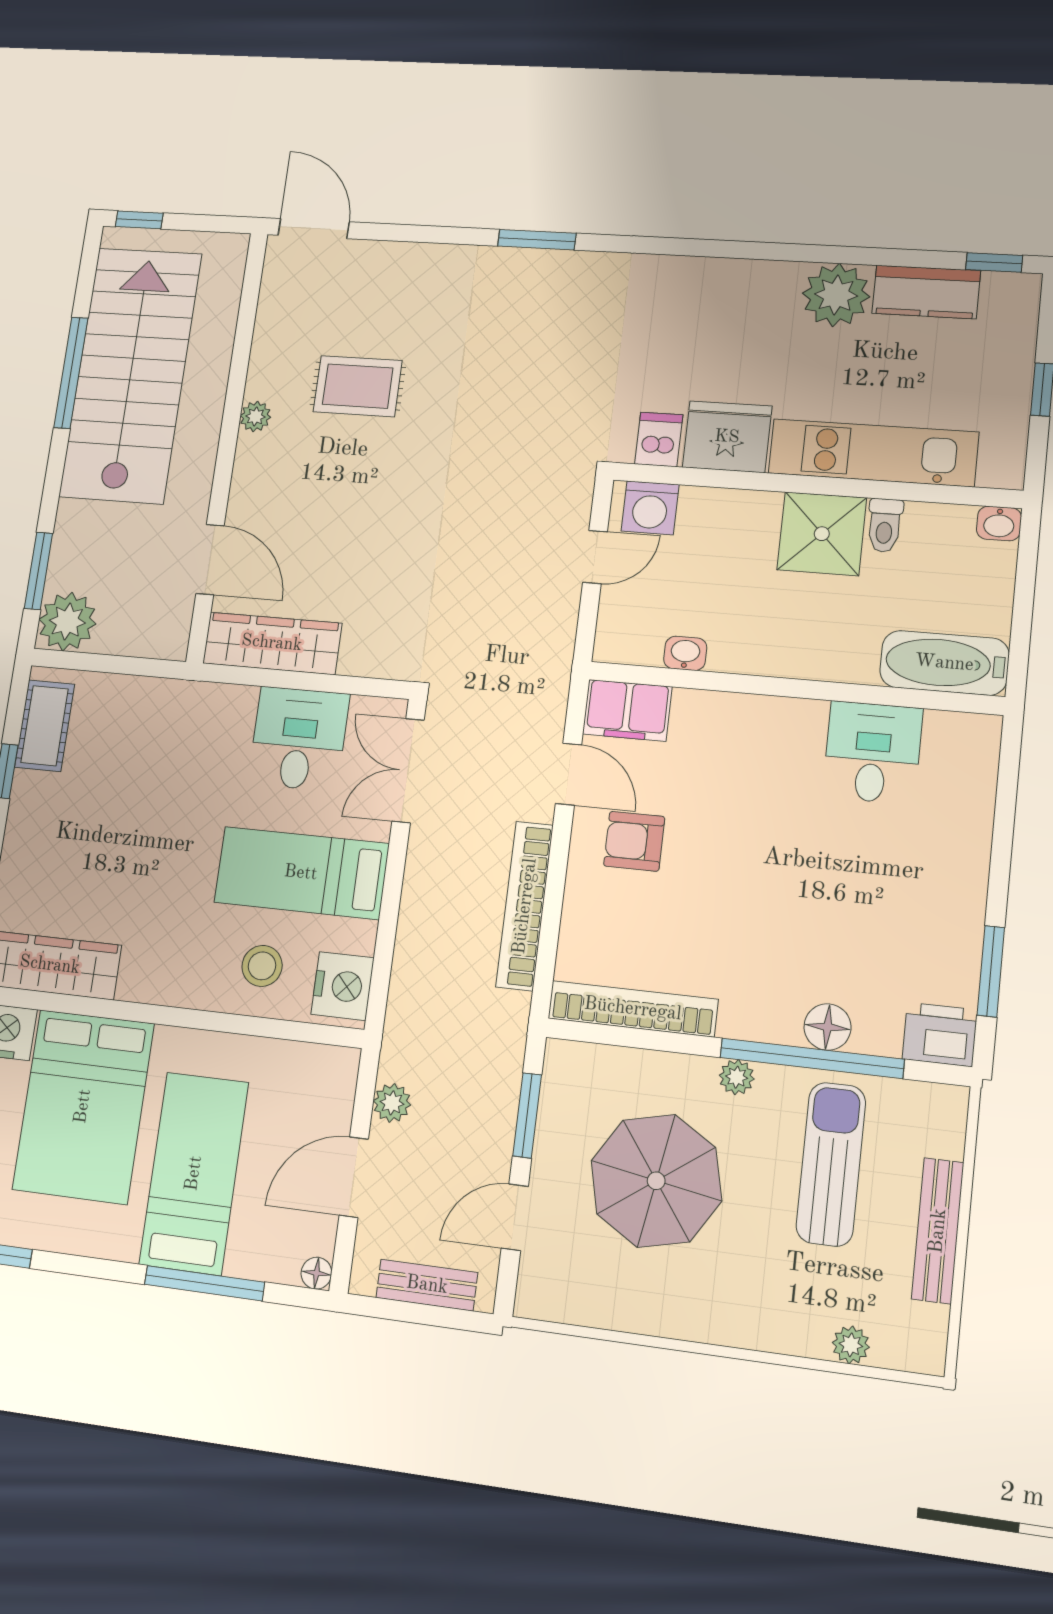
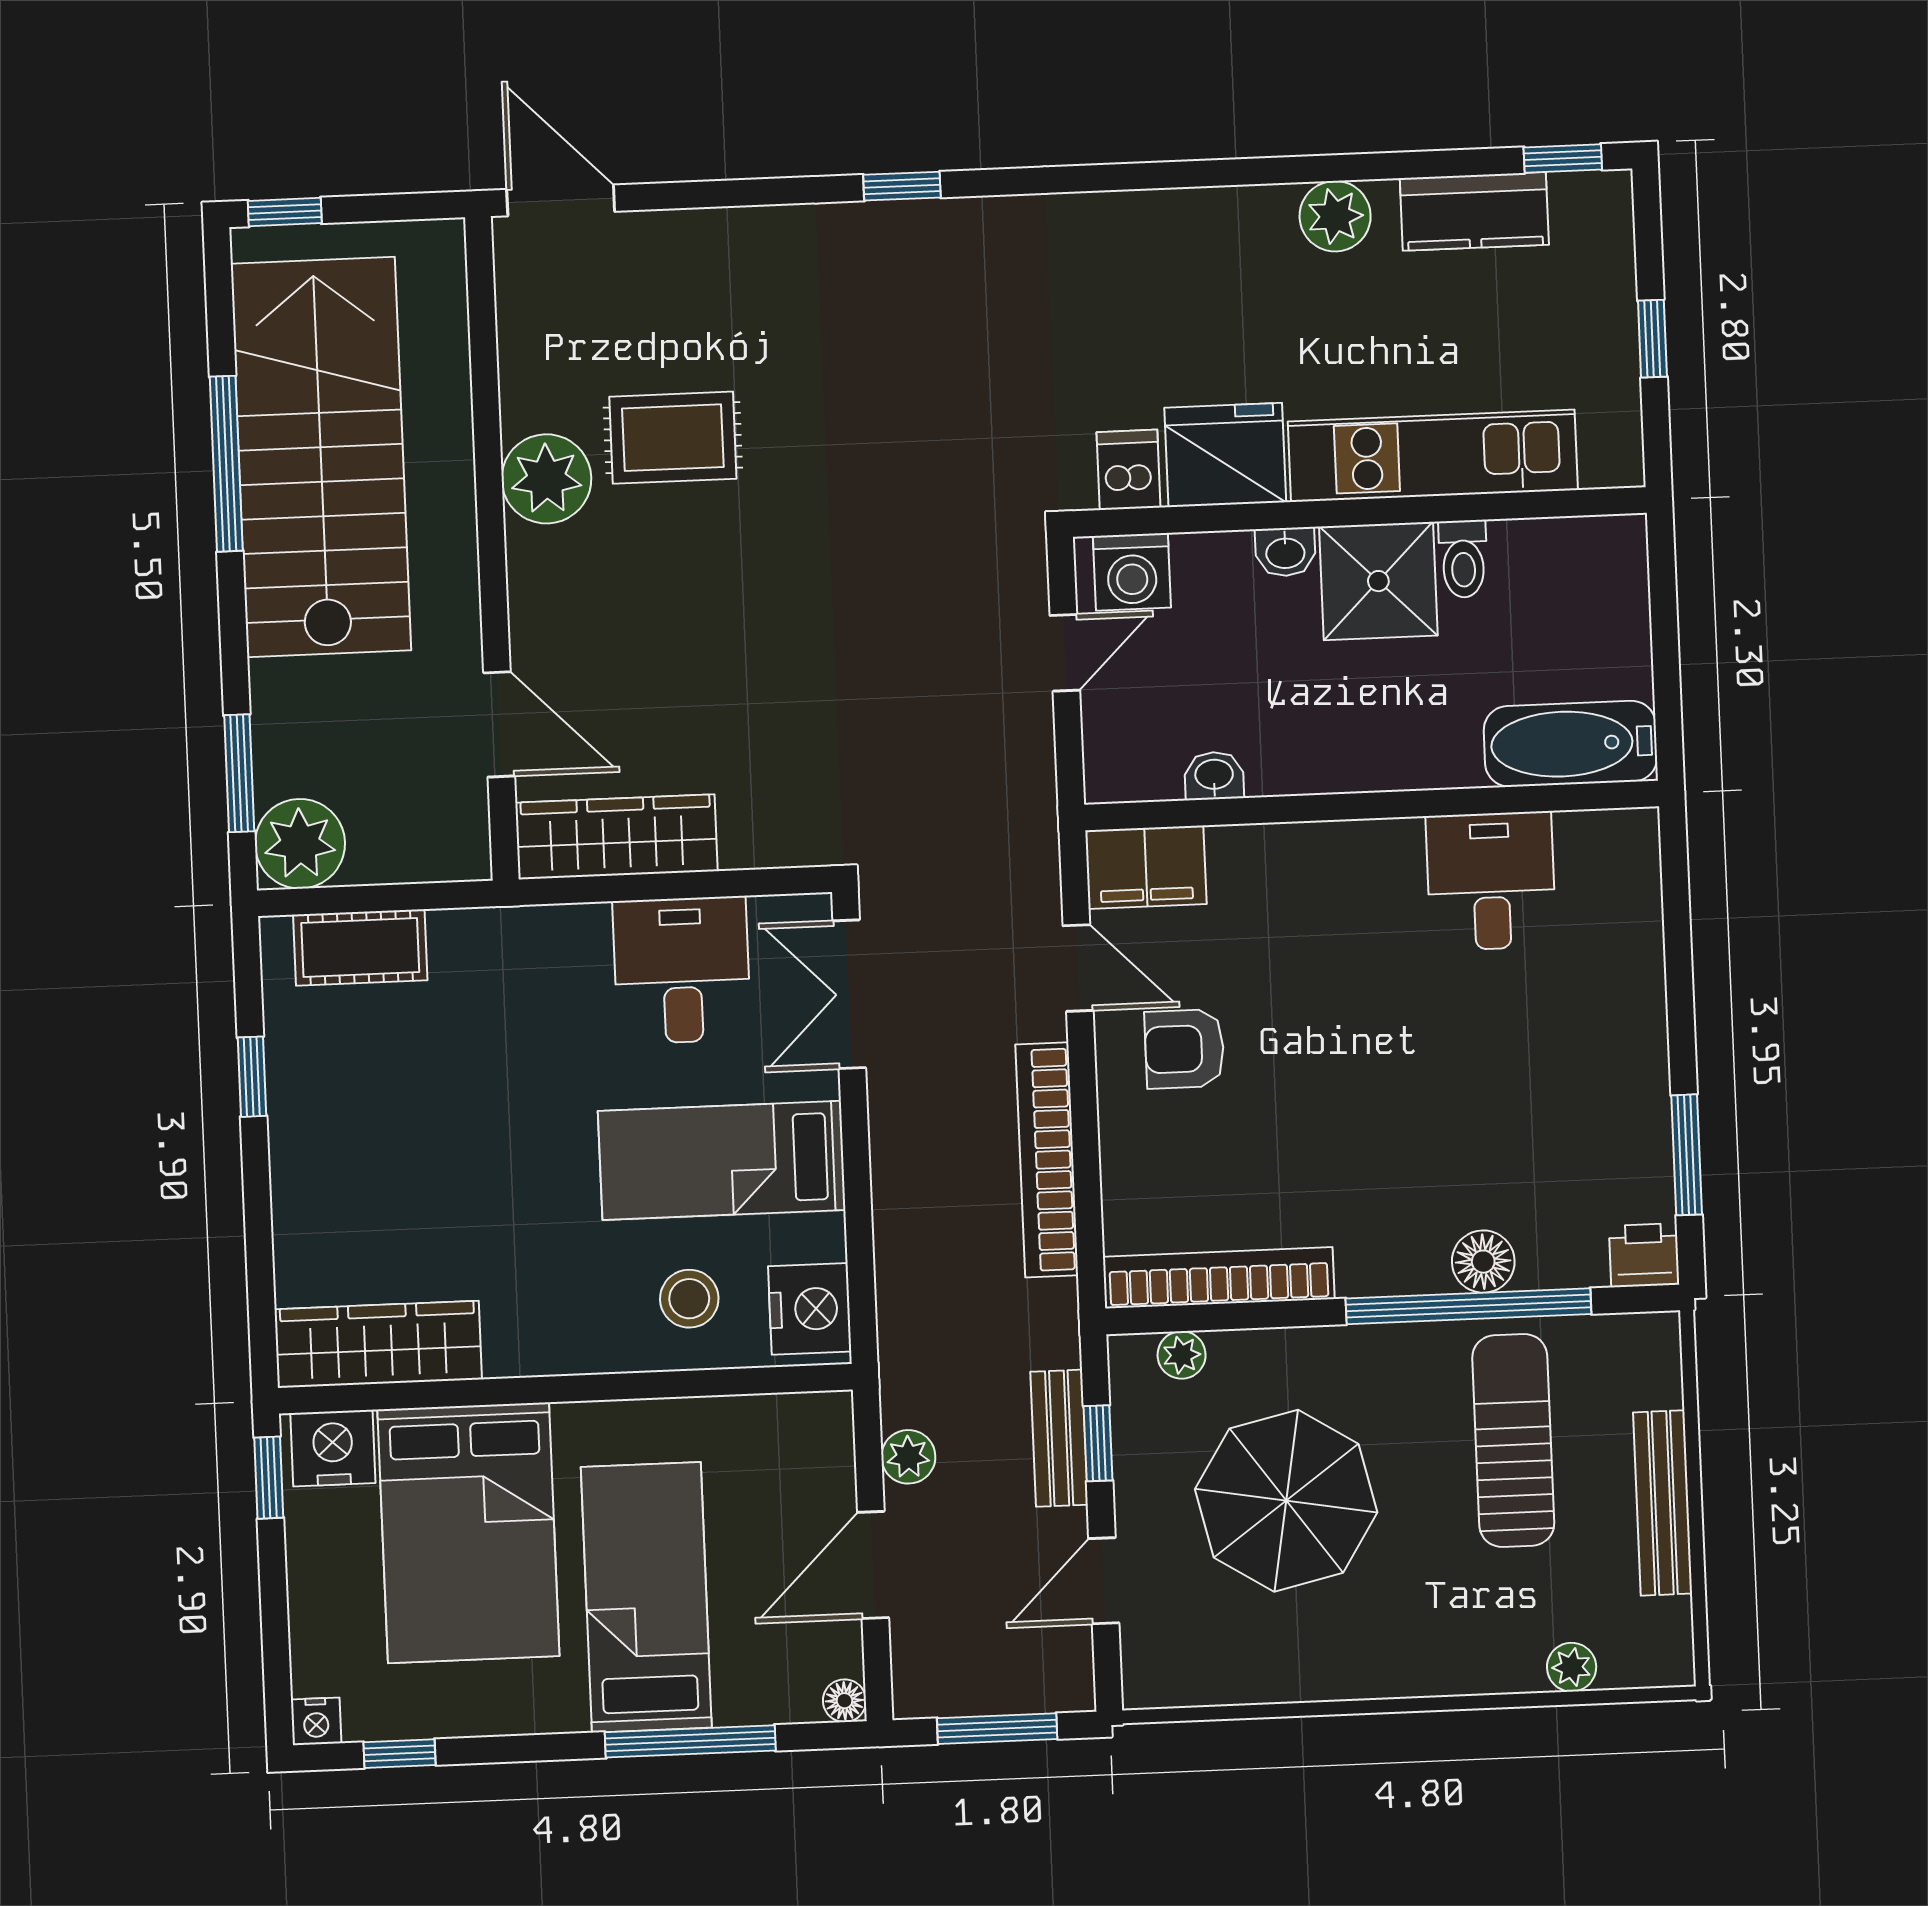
window: (537, 240) -> (902, 186), width x0.67
plant: (836, 295) -> (1335, 216), width x0.73, depth x0.73
plant: (255, 416) -> (546, 479), width x1.87, depth x1.87
washbasin: (999, 523) -> (1285, 552), moved
cot: (45, 726) -> (360, 948), moved, turned 90
printer: (940, 1034) -> (1644, 1255), width x0.73, depth x0.81
plant: (737, 1077) -> (1182, 1355), moved
window: (527, 1115) -> (1098, 1443), width x0.67
bench: (427, 1285) -> (1059, 1438), moved, turned 90
window: (420, 1314) -> (997, 1729), added

